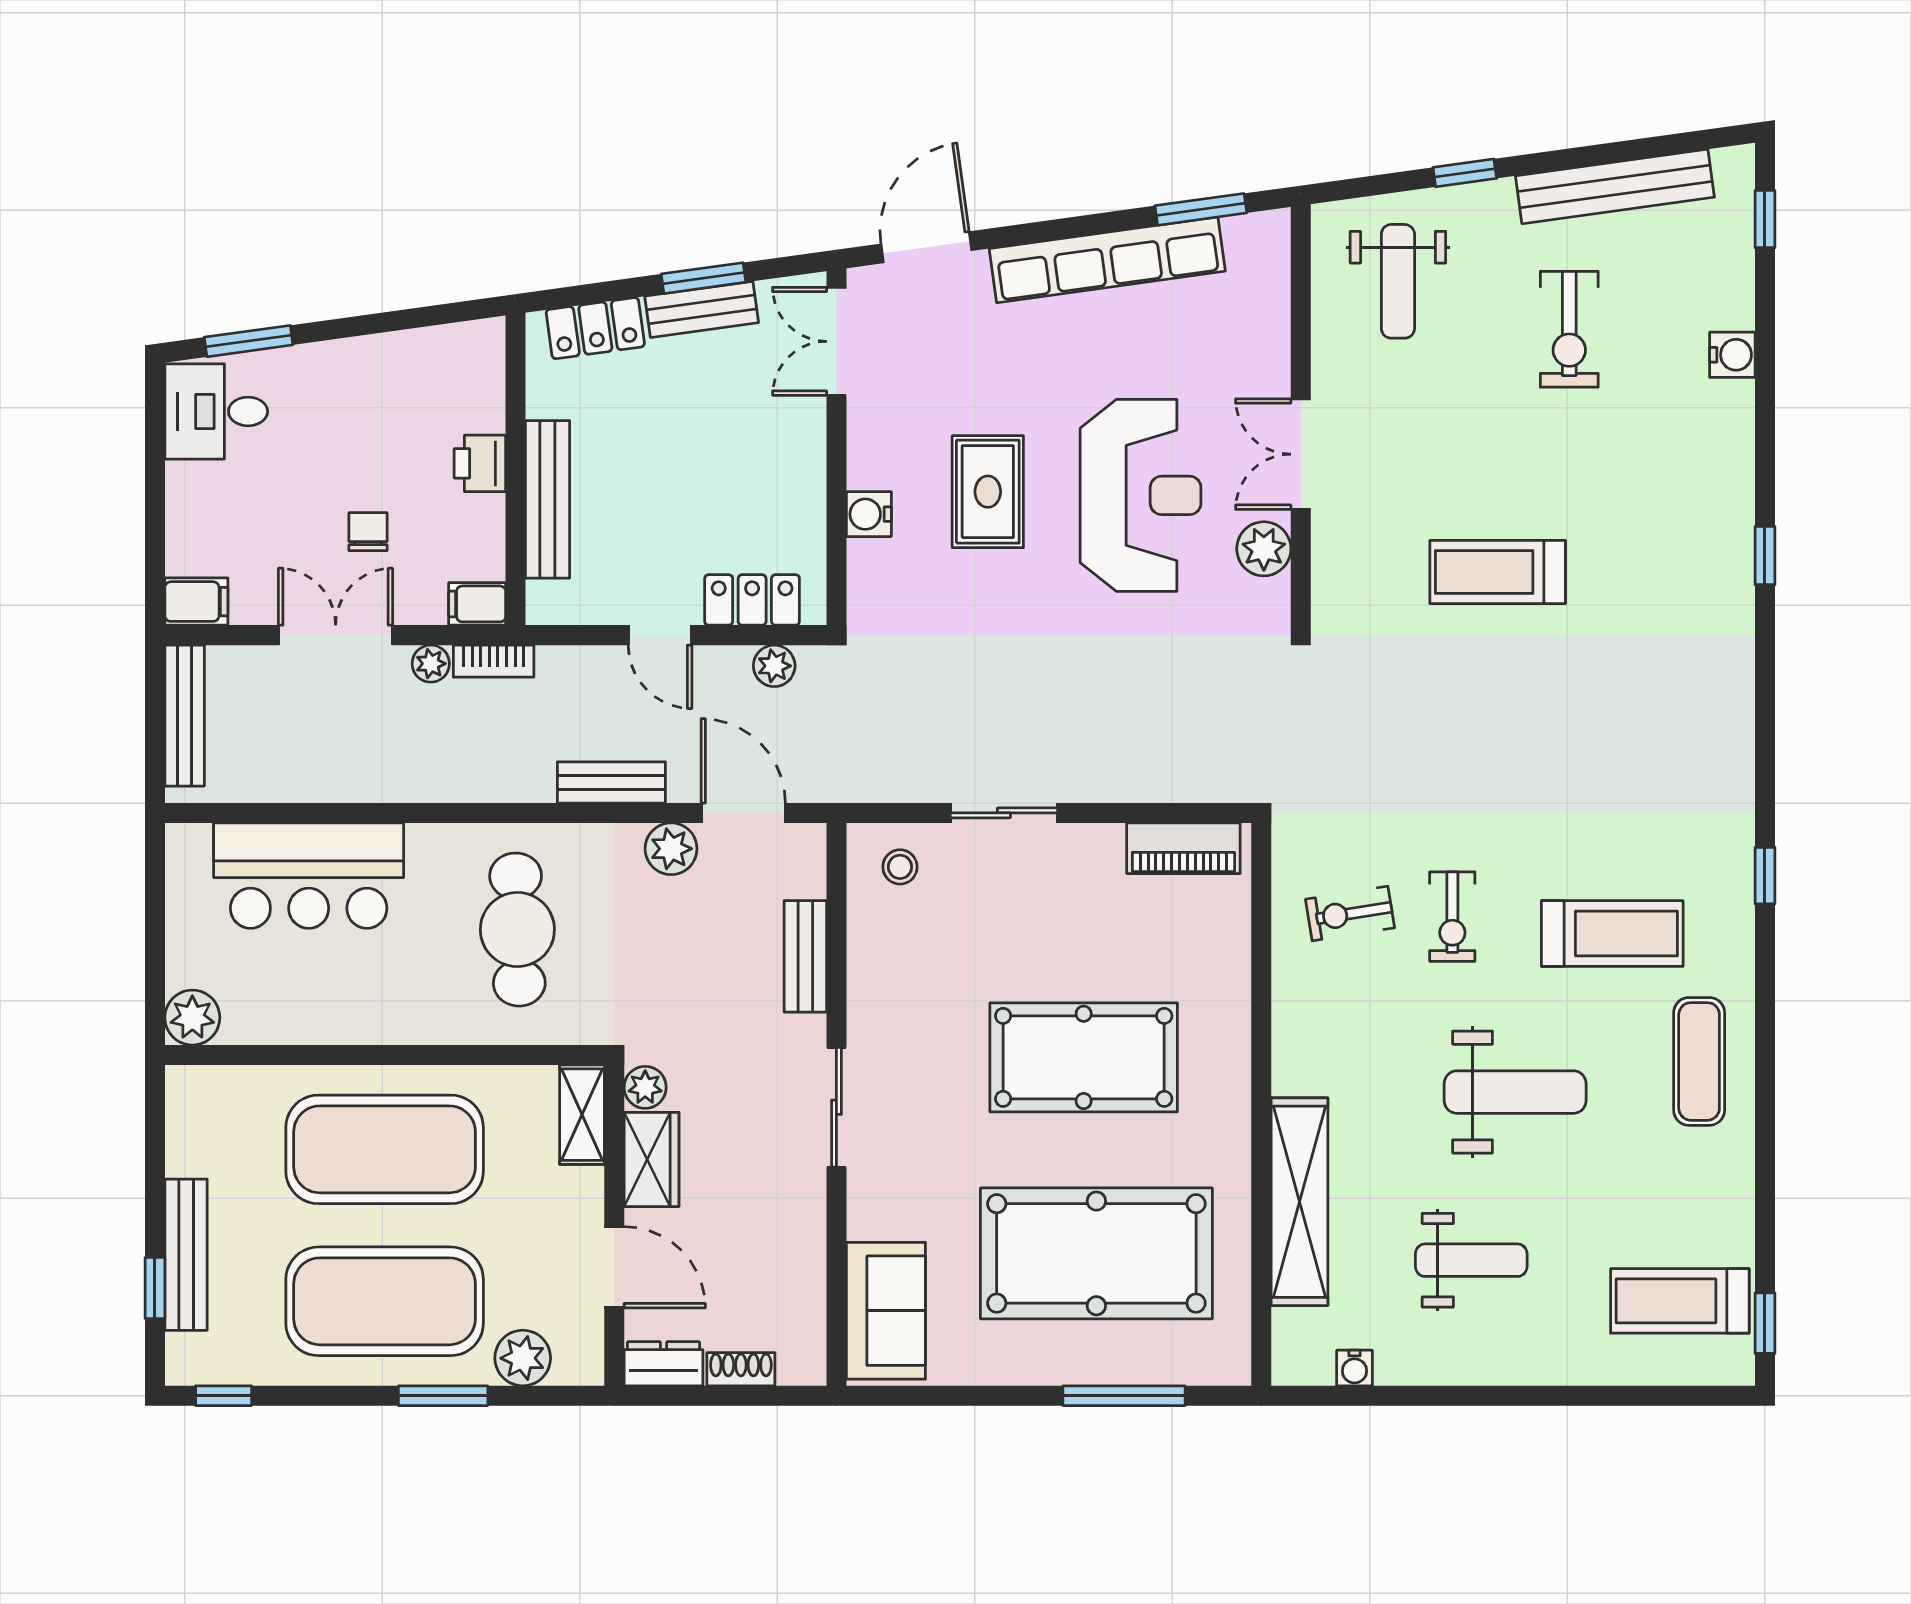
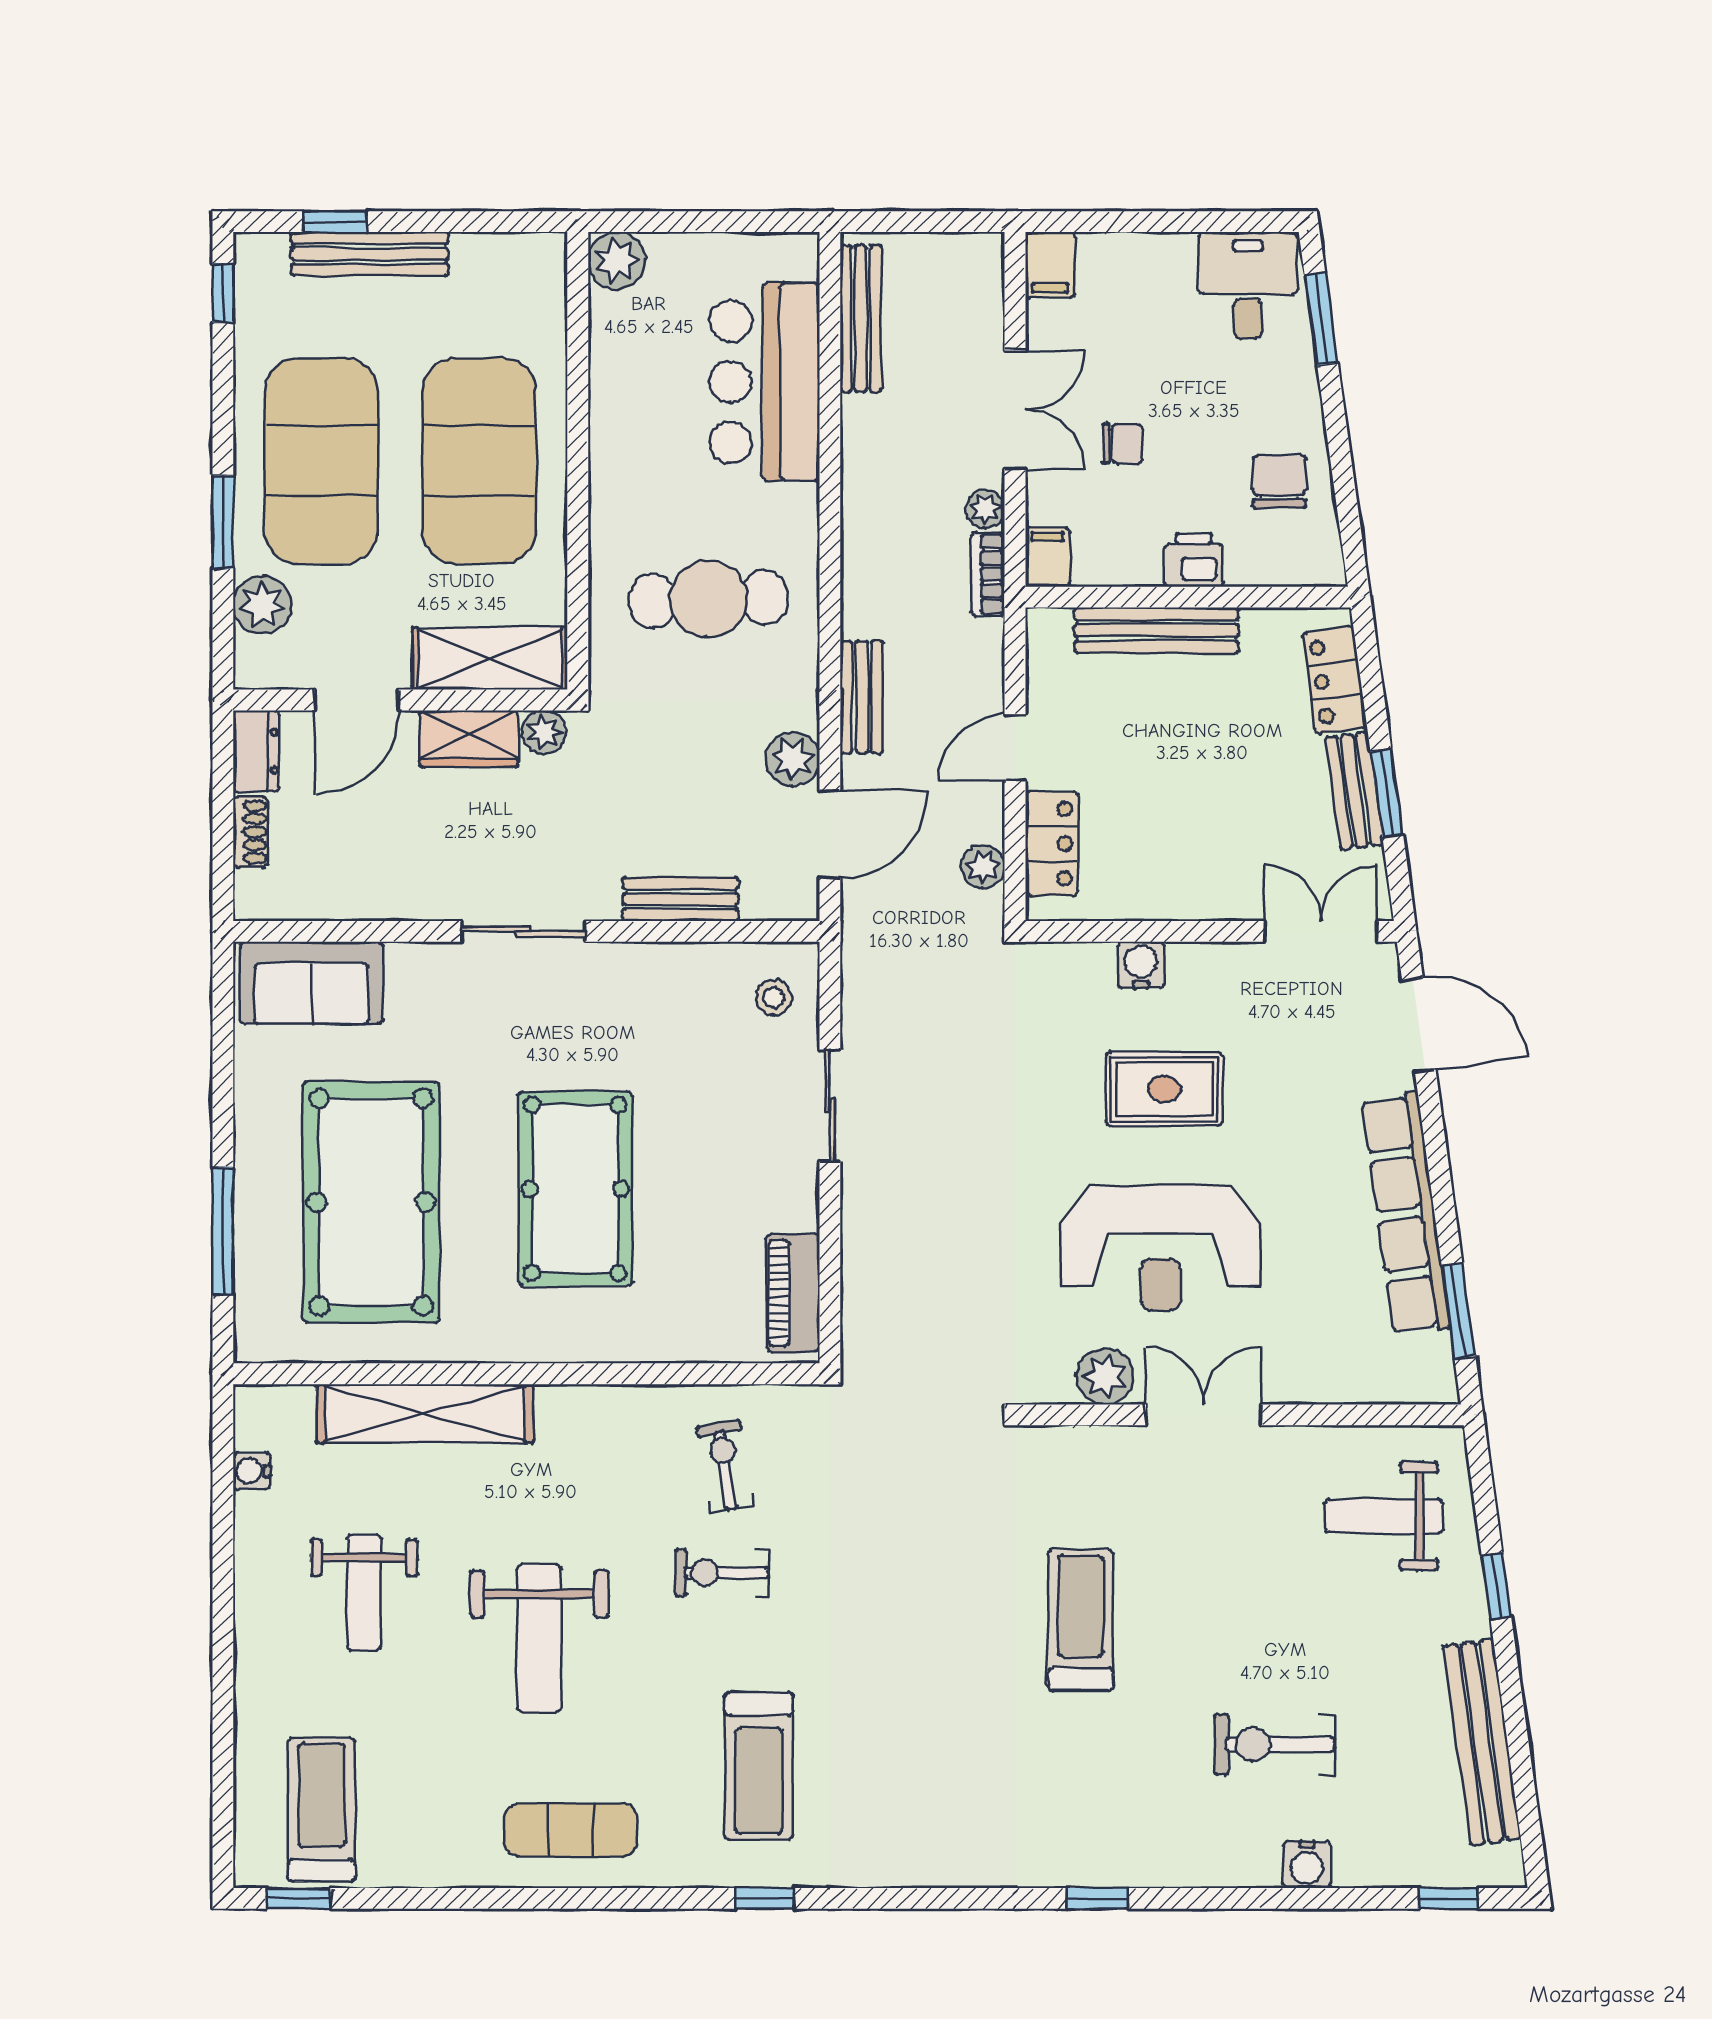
exercise bike: (1569, 329) -> (1275, 1745), moved
chair: (404, 381) -> (1279, 481), added
bench: (185, 716) -> (861, 319), moved, turned 90
treadmill: (1612, 934) -> (759, 1766), moved
shelving: (582, 1115) -> (490, 659), width x1.50, depth x1.33

